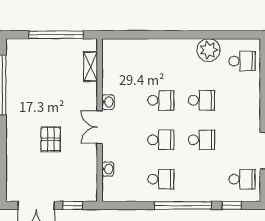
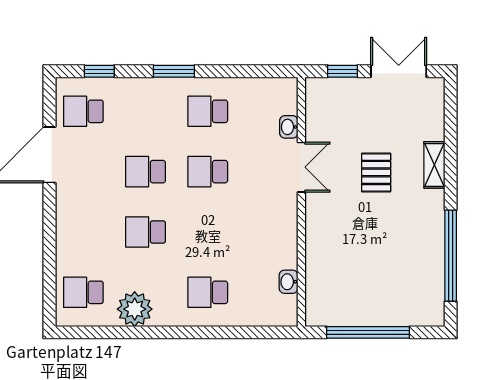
shelving: (90, 67) -> (434, 165), moved
school desk: (161, 100) -> (208, 292), moved
washbasin: (108, 102) -> (288, 282), moved
double door: (100, 127) -> (301, 167), moved
window: (183, 205) -> (174, 71), width x0.47

